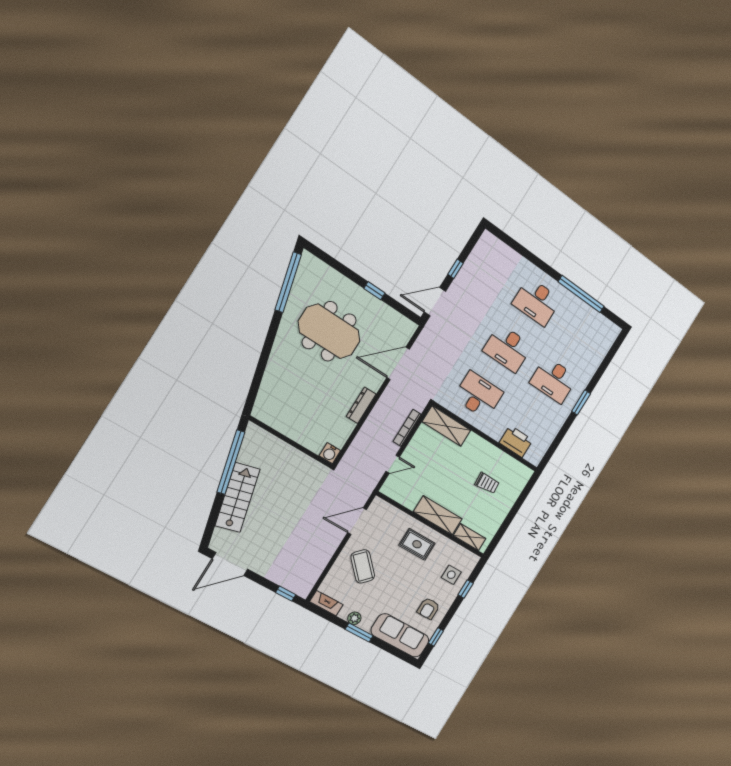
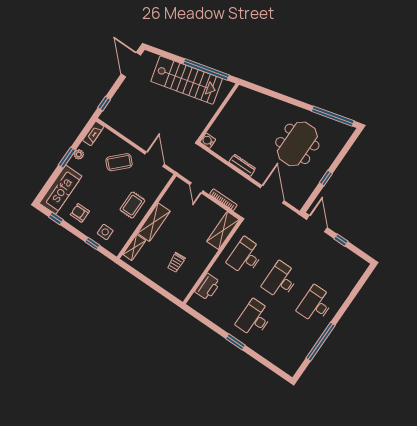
desk: (478, 395) -> (245, 256), turned 180
stairs: (238, 498) -> (187, 80), width x1.36, depth x1.51

